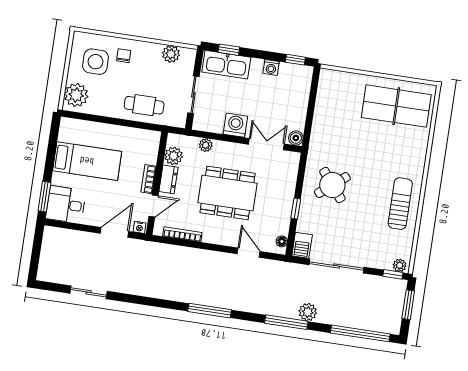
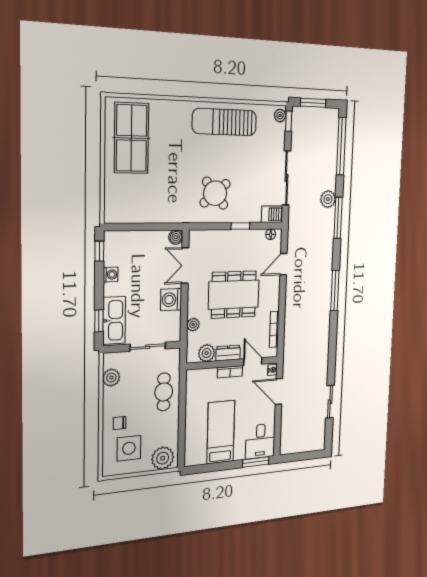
dining table: (228, 193) -> (234, 295), turned 90
sun lounger: (400, 204) -> (224, 122), width x1.36, depth x1.34

